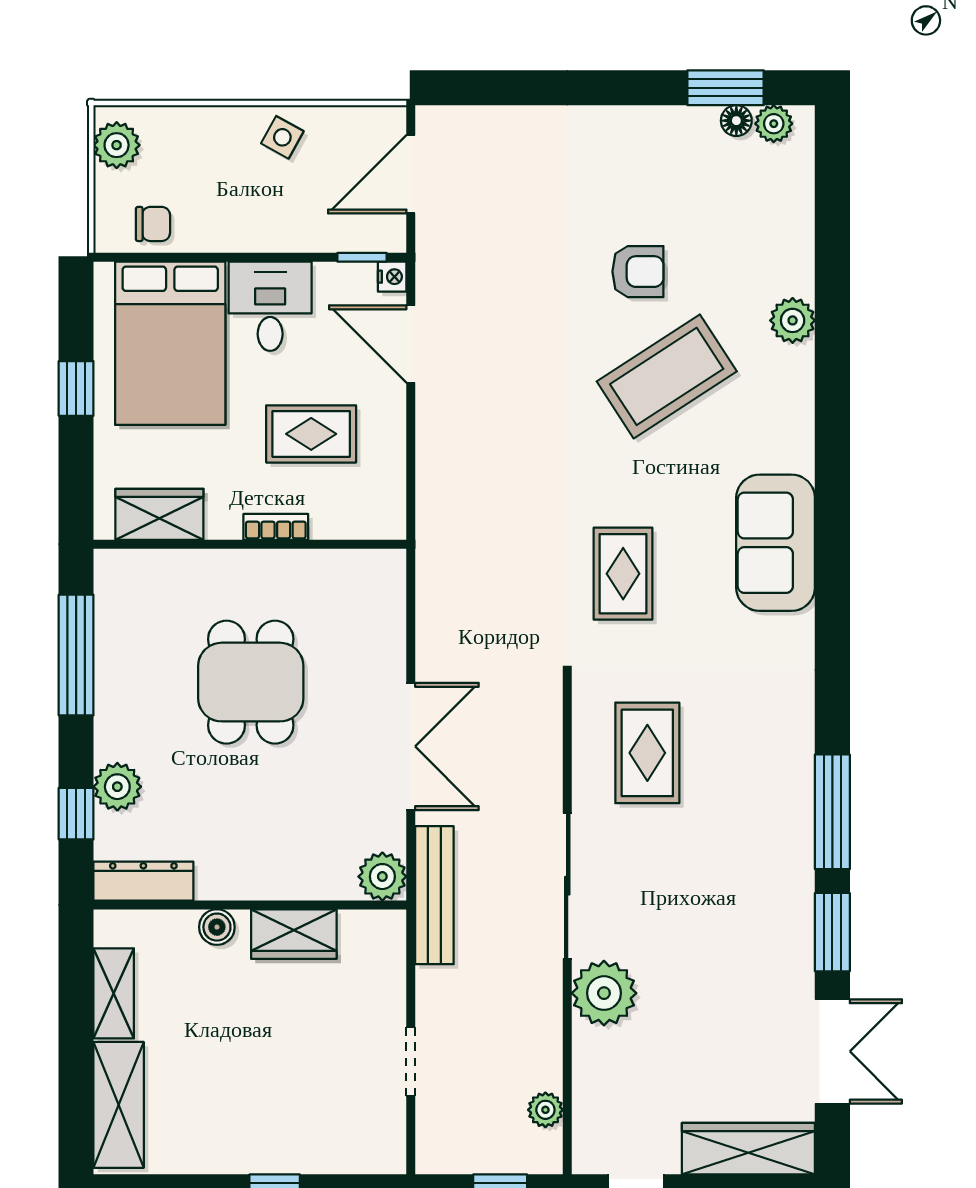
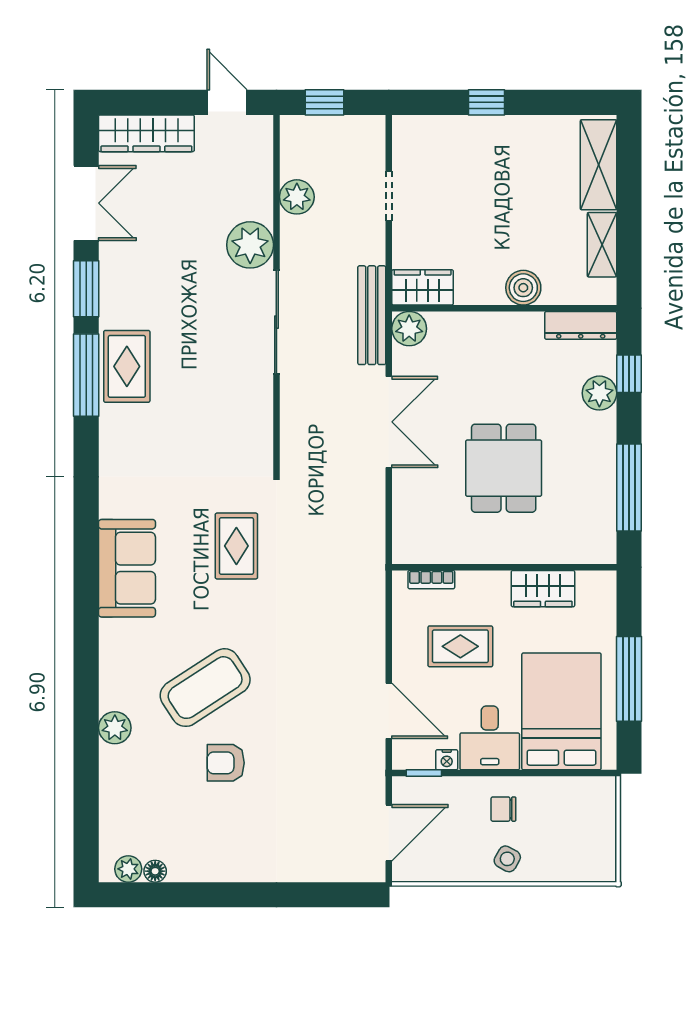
window: (726, 88) -> (163, 895), removed
side table: (282, 137) -> (507, 859), moved
plant: (117, 145) -> (600, 854), removed
chair: (153, 224) -> (503, 809), moved
nightstand: (392, 277) -> (447, 760), moved, turned -90
window: (76, 388) -> (629, 679), width x2.17
wardrobe: (159, 514) -> (543, 589), moved
bookcase: (276, 527) -> (431, 580), moved
double door: (411, 746) -> (389, 422), swing flipped
rug: (647, 753) -> (127, 366), moved
boiler: (217, 927) -> (523, 288), width x1.36, depth x1.36
wardrobe: (294, 934) -> (423, 287), moved
double door: (832, 1051) -> (86, 203), swing flipped
plant: (545, 1110) -> (297, 197), moved, width x1.38, depth x1.38

